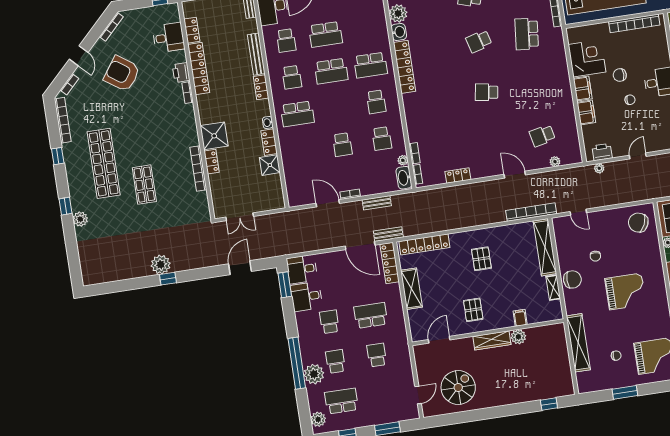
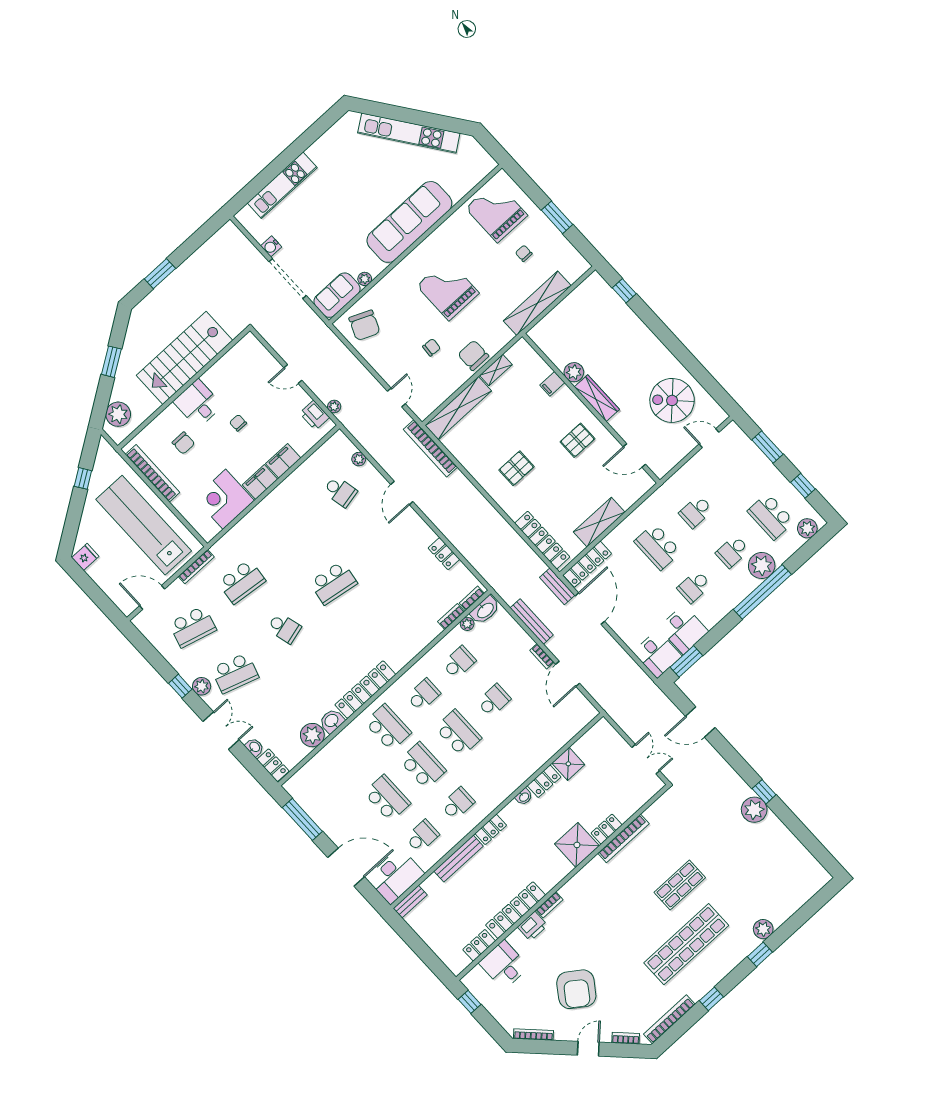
chair: (620, 75) -> (183, 443), moved
school desk: (487, 92) -> (333, 583), width x1.85
school desk: (297, 114) -> (458, 733), moved
bench: (377, 203) -> (532, 621), width x1.36

